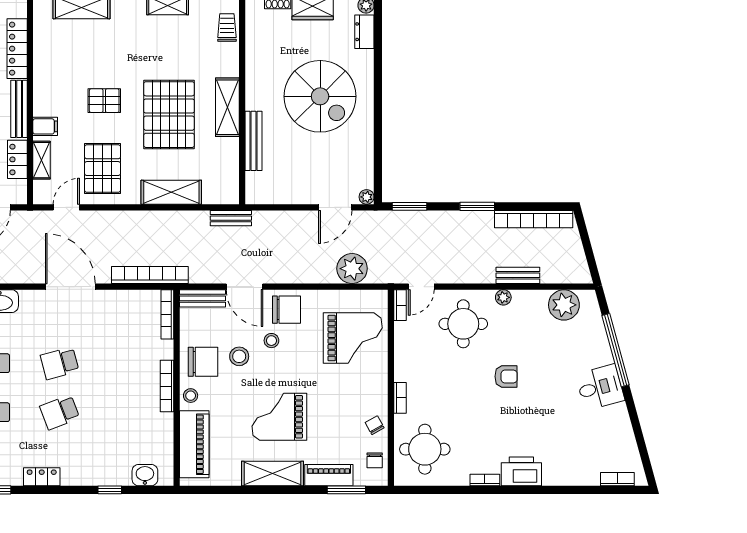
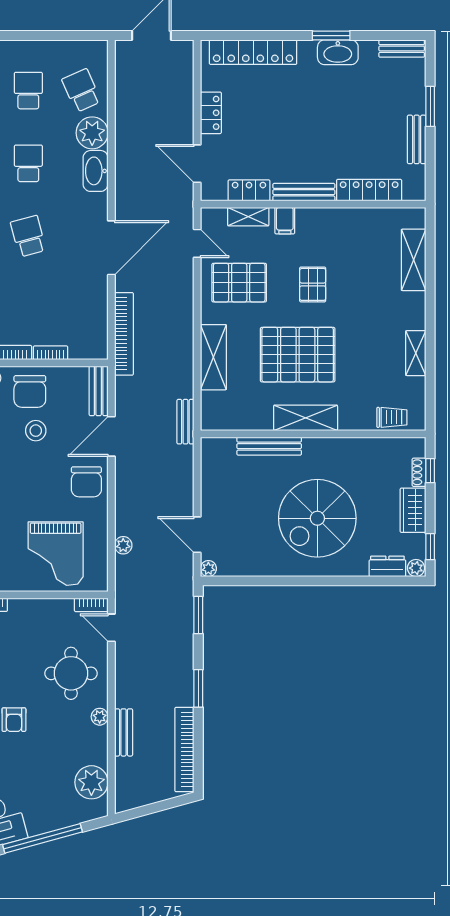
plant: (352, 269) -> (123, 545), width x0.53, depth x0.53
bookcase: (167, 314) -> (51, 353), moved, width x0.64
stool: (271, 341) -> (53, 466), removed

